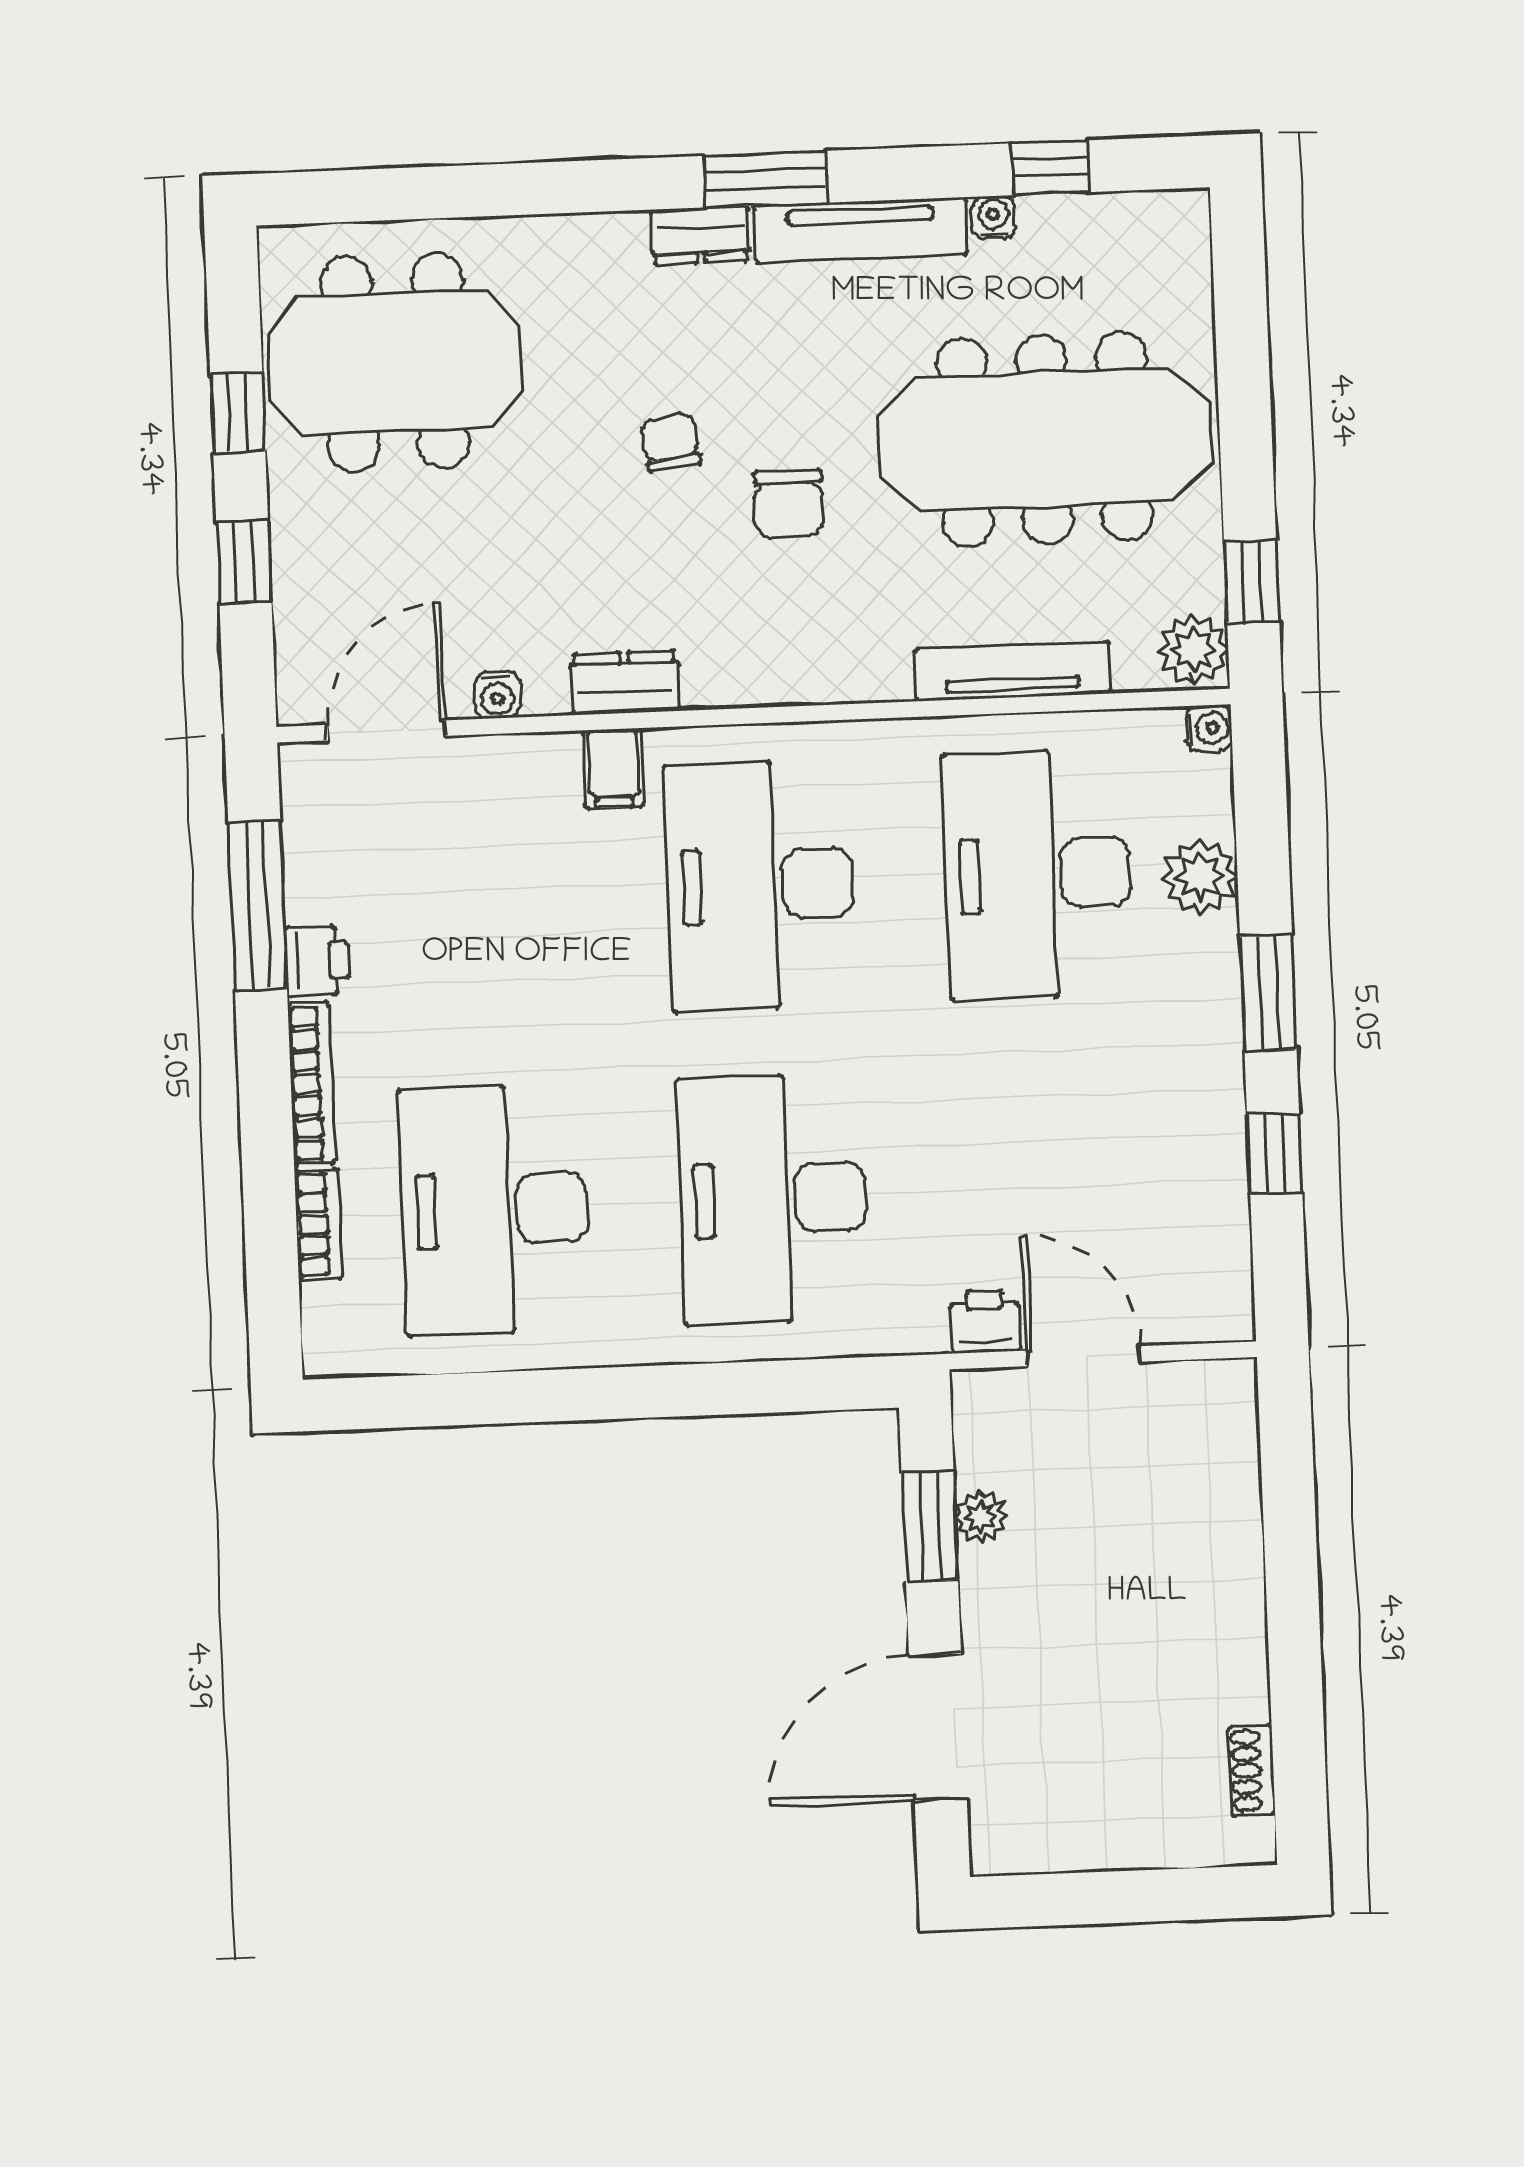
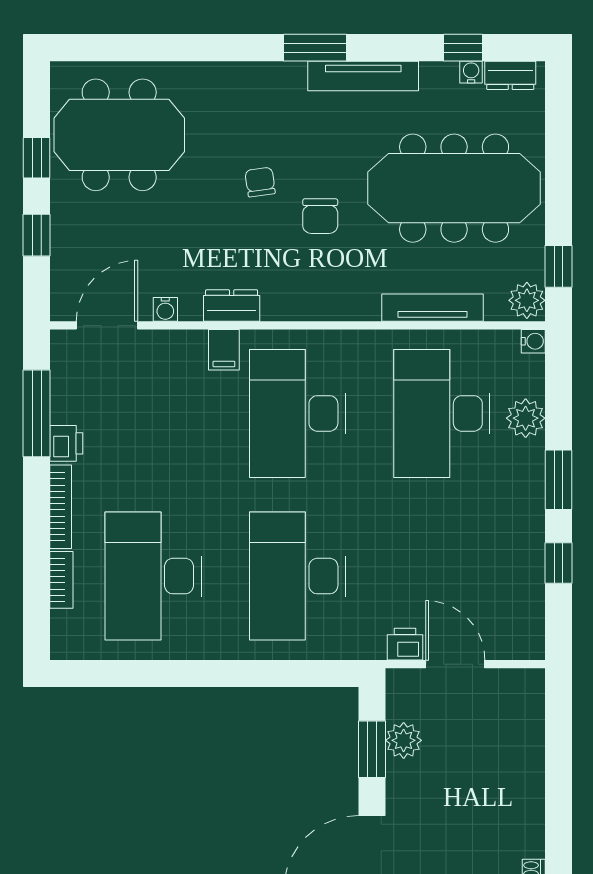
water cooler: (993, 217) -> (471, 72), moved
dresser: (700, 235) -> (510, 75), moved
plant: (981, 1517) -> (404, 740), width x1.38, depth x1.38

